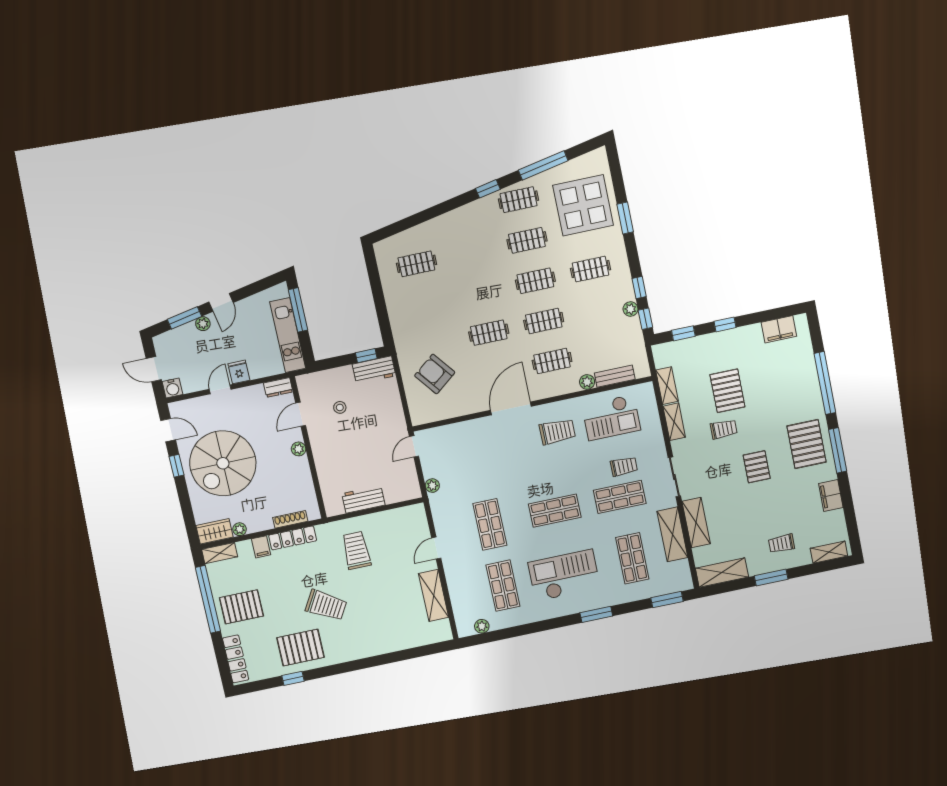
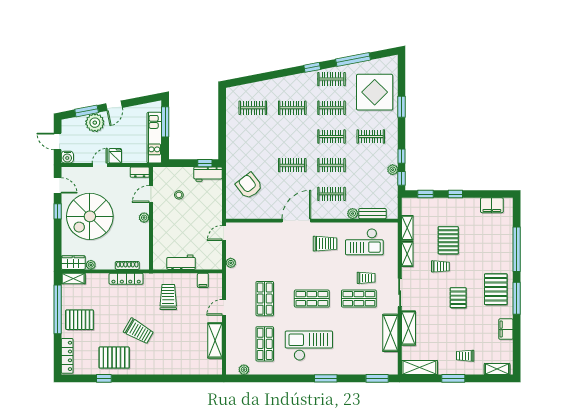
clothes rail: (472, 252) -> (292, 108), added
plant: (203, 324) -> (95, 123), width x1.88, depth x1.88
filing cabinet: (261, 547) -> (203, 280), moved
shop shelf: (632, 558) -> (359, 344), removed

